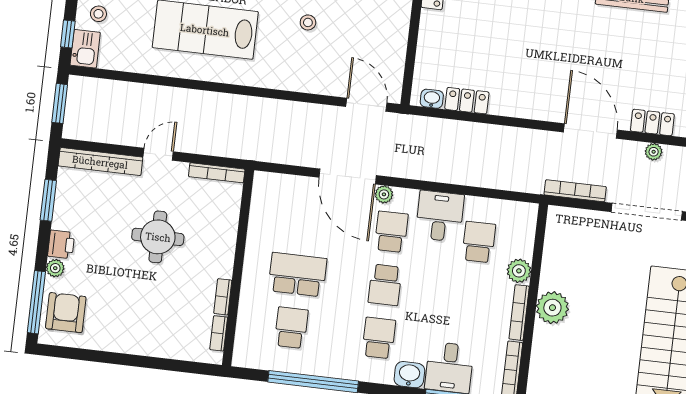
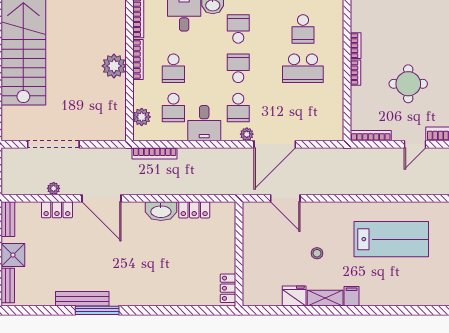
washbasin: (432, 99) -> (161, 211), moved, width x1.91, depth x1.45
door: (366, 105) -> (285, 198), moved
door: (348, 176) -> (275, 144), swing flipped
bookcase: (575, 191) -> (155, 153), moved
plant: (519, 271) -> (142, 117), moved
school desk: (473, 295) -> (173, 68), added
bookcase: (219, 333) -> (355, 73), moved
school desk: (379, 338) -> (238, 29), turned 180

